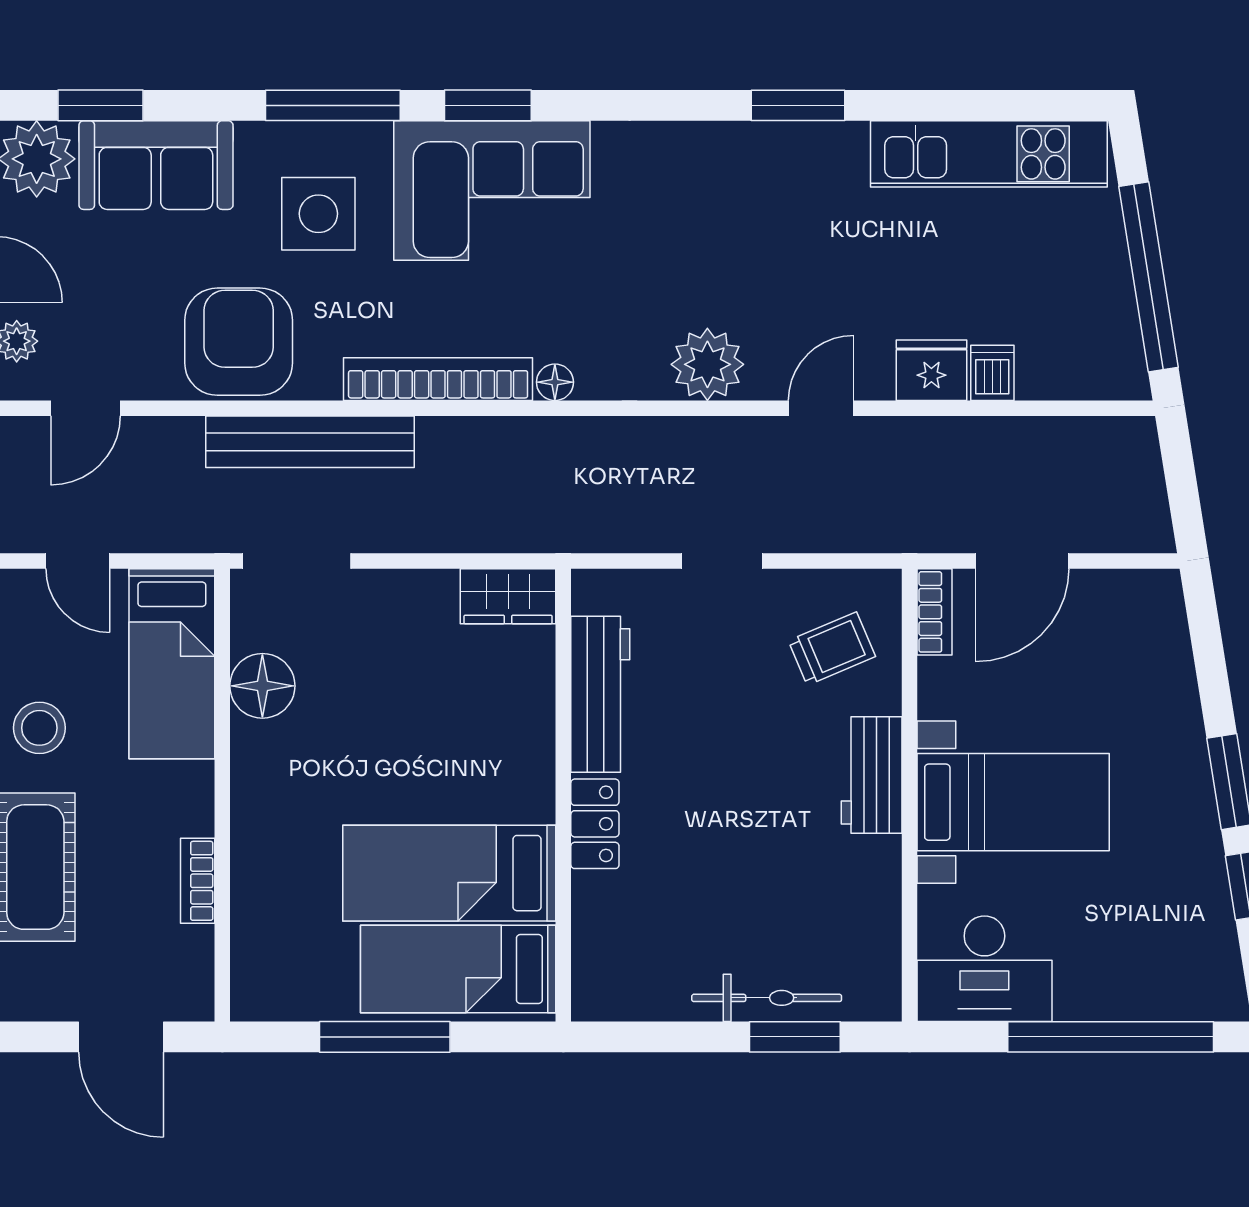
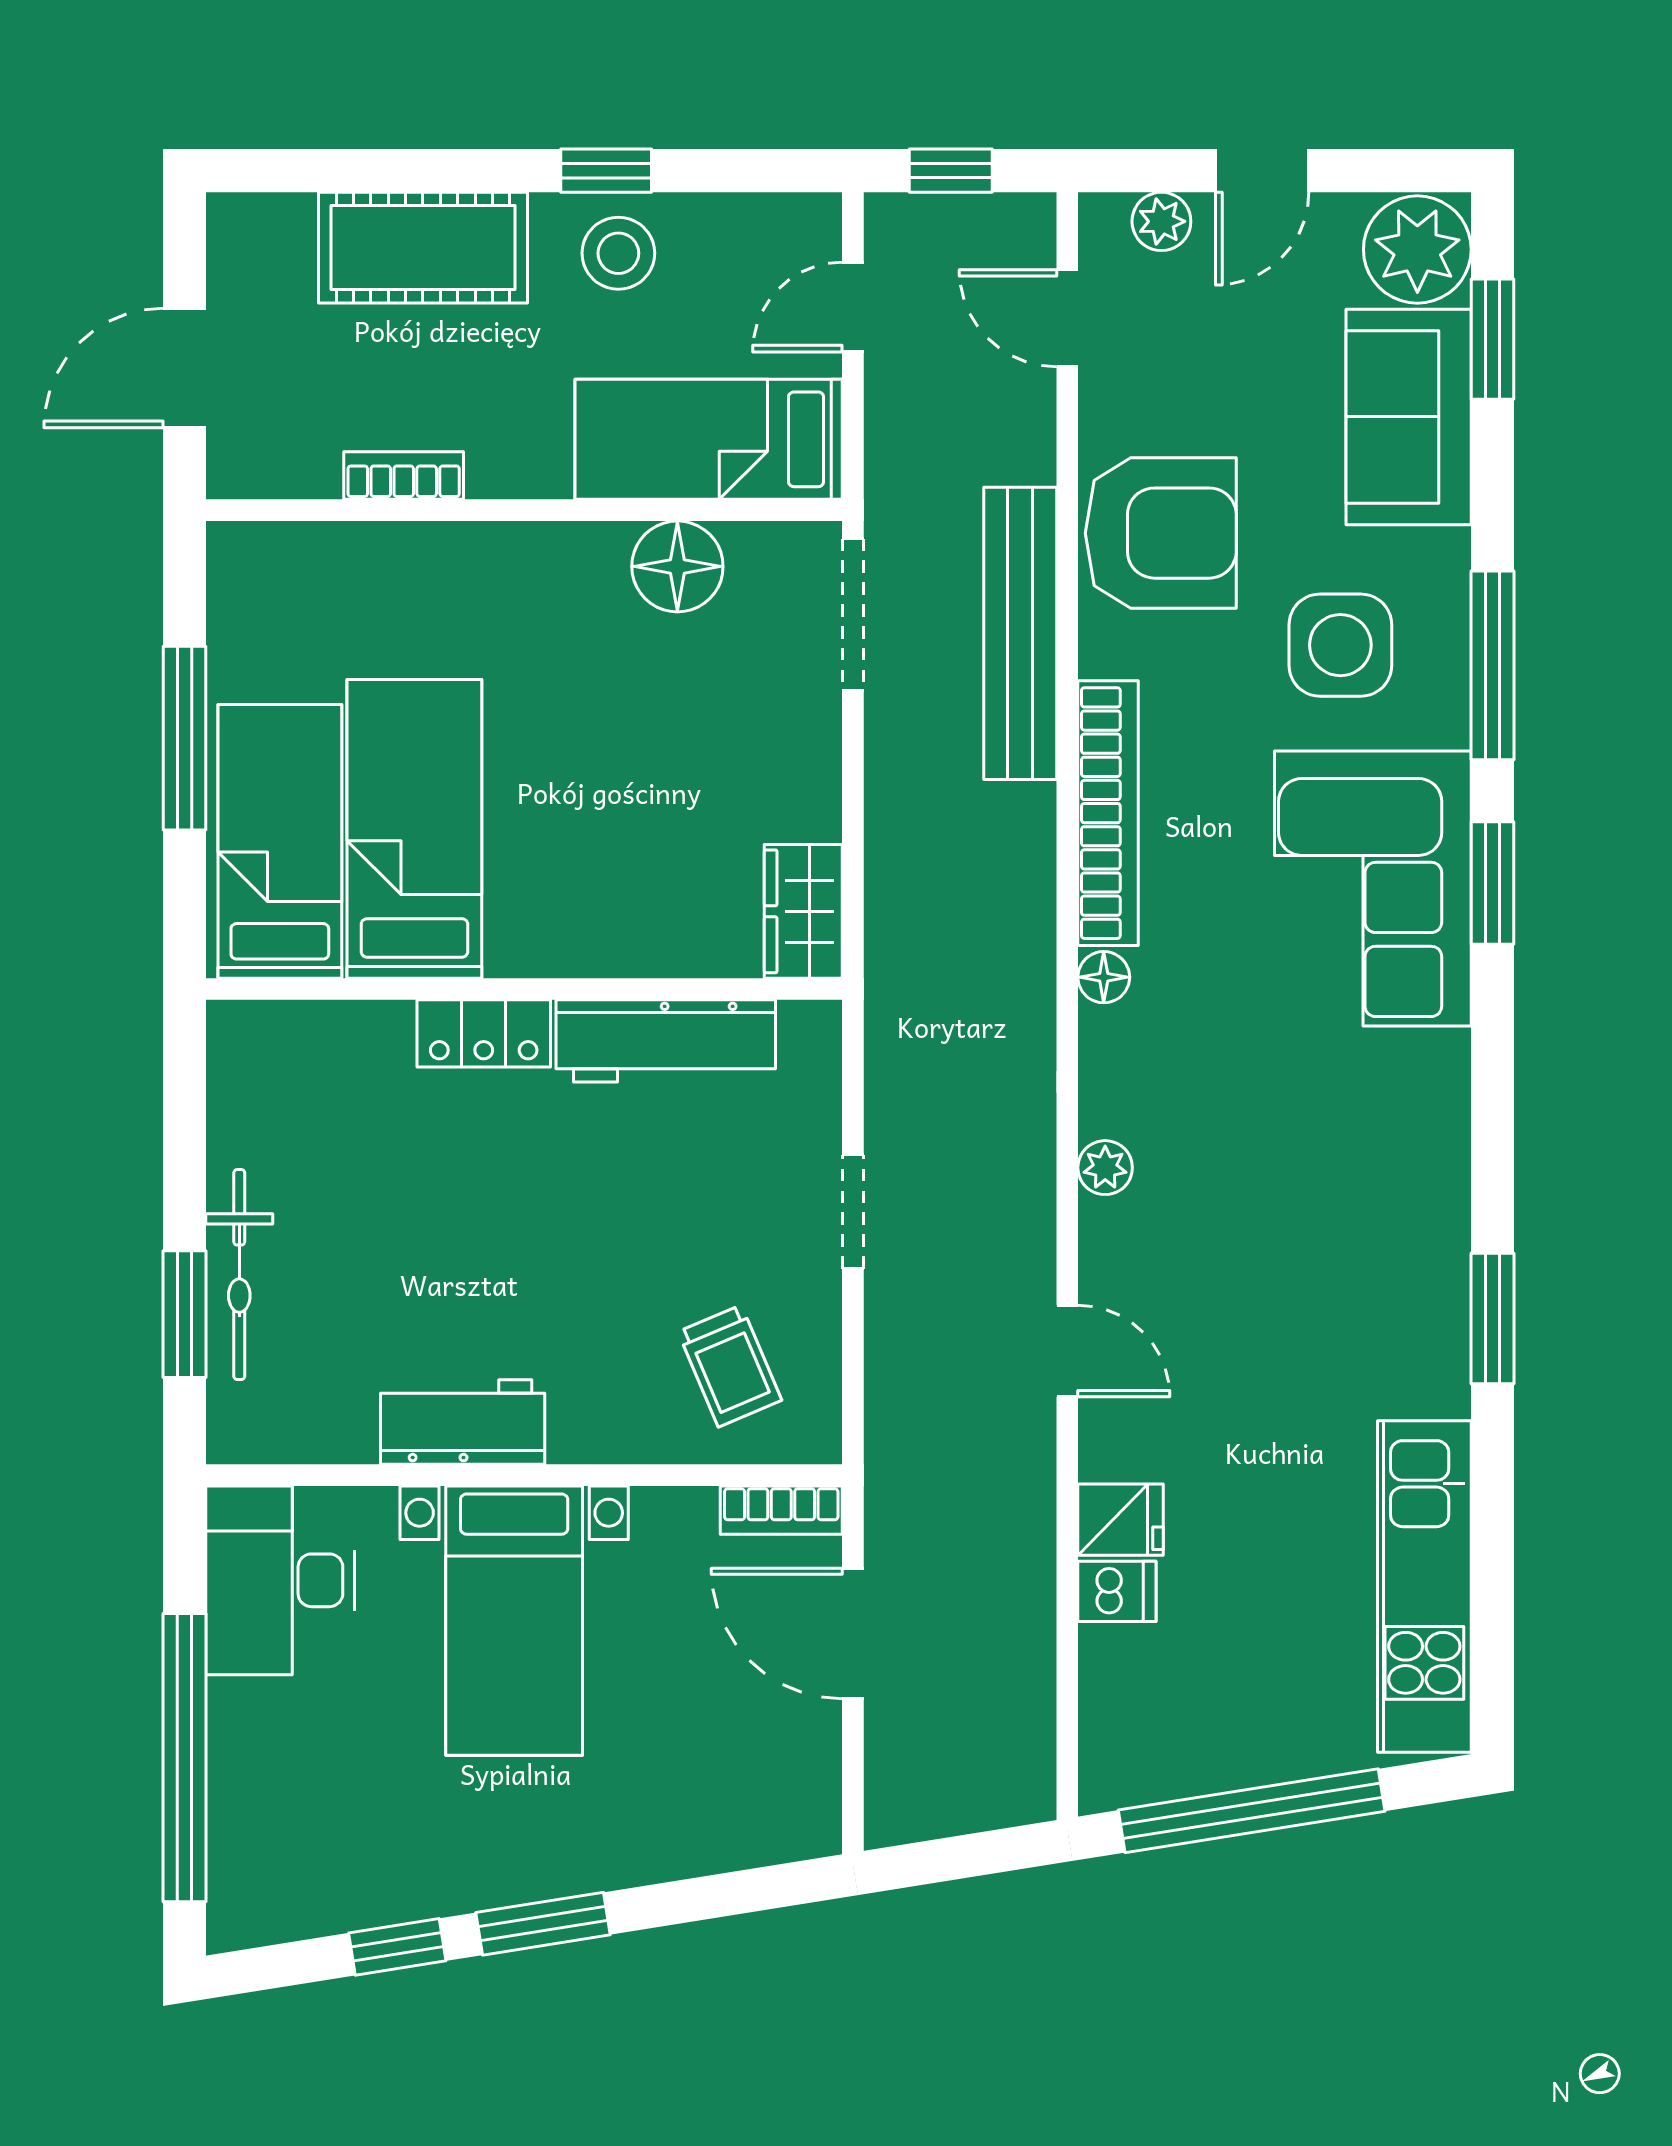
plant: (707, 364) -> (1105, 1168), width x0.53, depth x0.53
fridge: (931, 370) -> (1121, 1520), width x0.72
workbench: (872, 775) -> (463, 1422), moved

